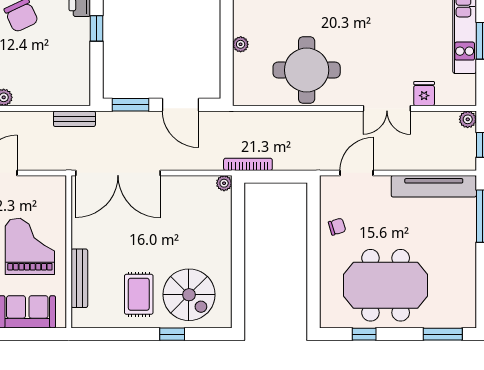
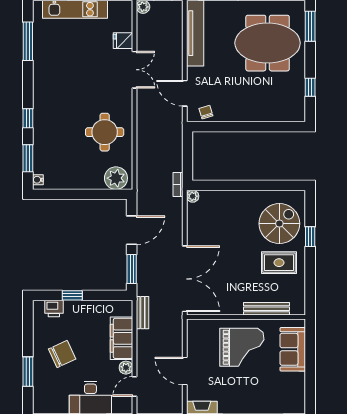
plant: (241, 44) -> (116, 178), moved, width x1.87, depth x1.87
round table: (307, 70) -> (105, 132), width x0.73, depth x0.73
filing cabinet: (41, 92) -> (121, 338), added
bookcase: (248, 164) -> (178, 184), width x0.64
chair: (337, 227) -> (206, 112), moved
grand piano: (30, 246) -> (242, 347), turned 180
meeting table: (386, 285) -> (268, 43), moved, turned 90

